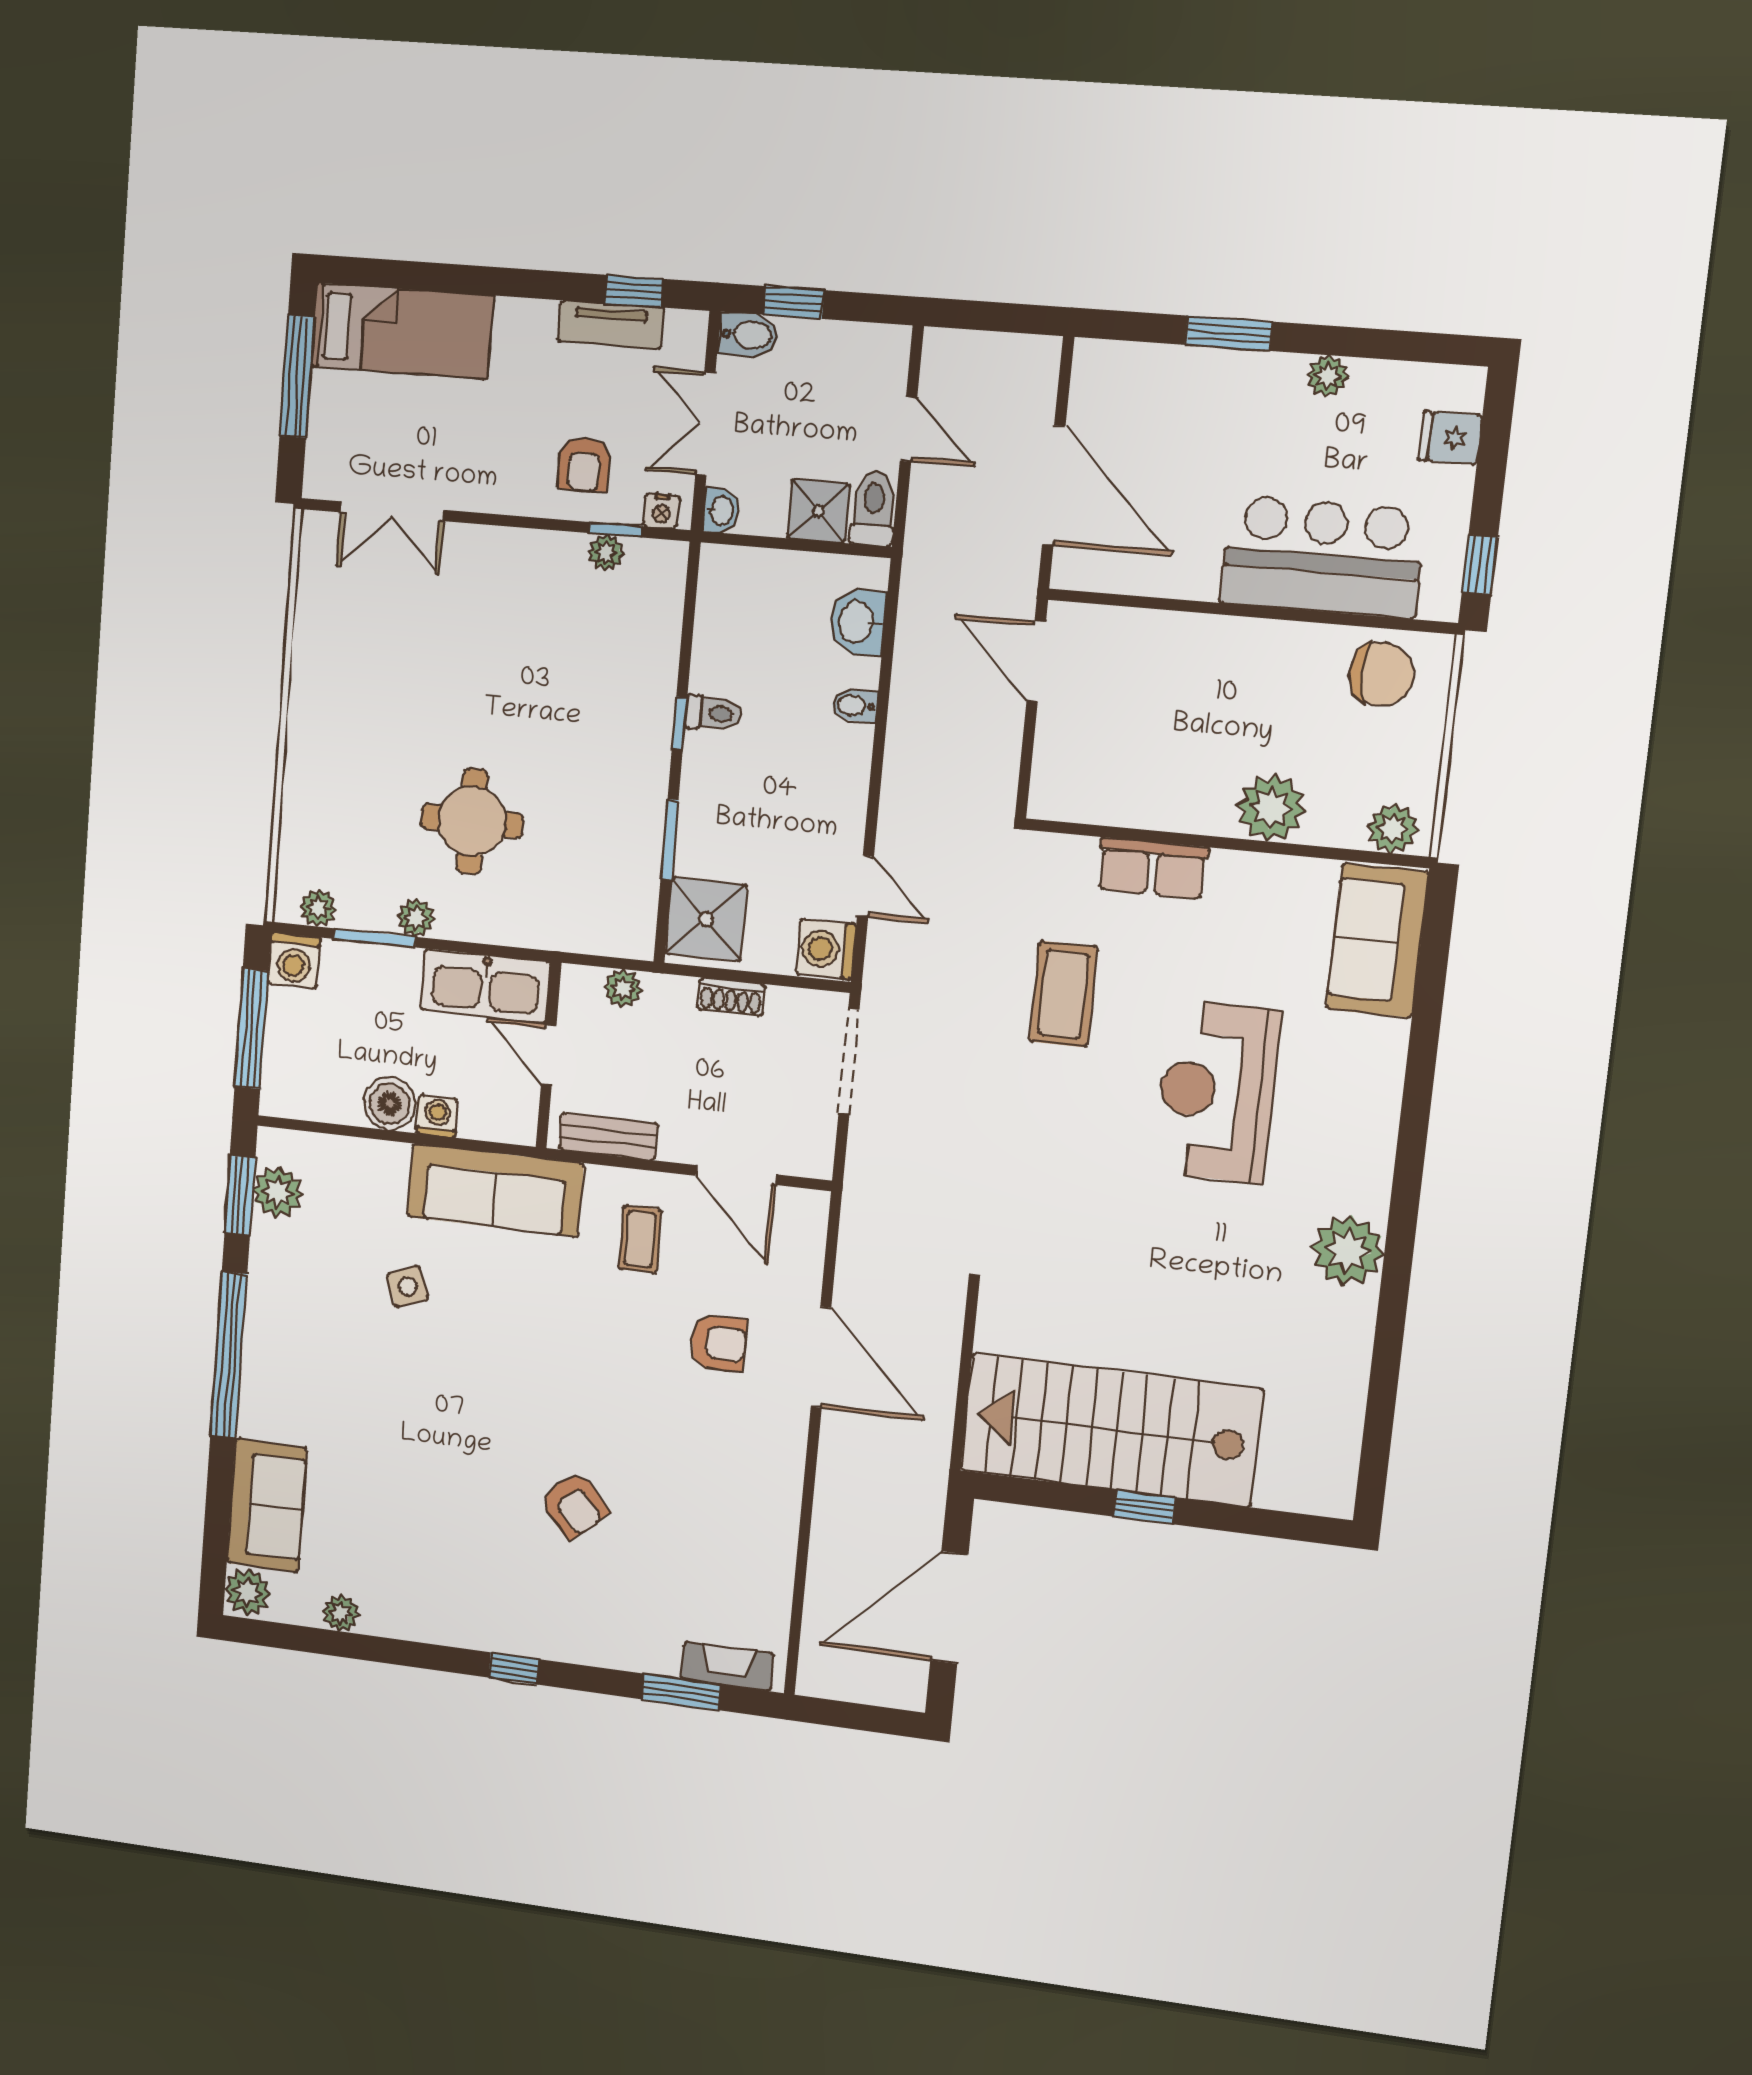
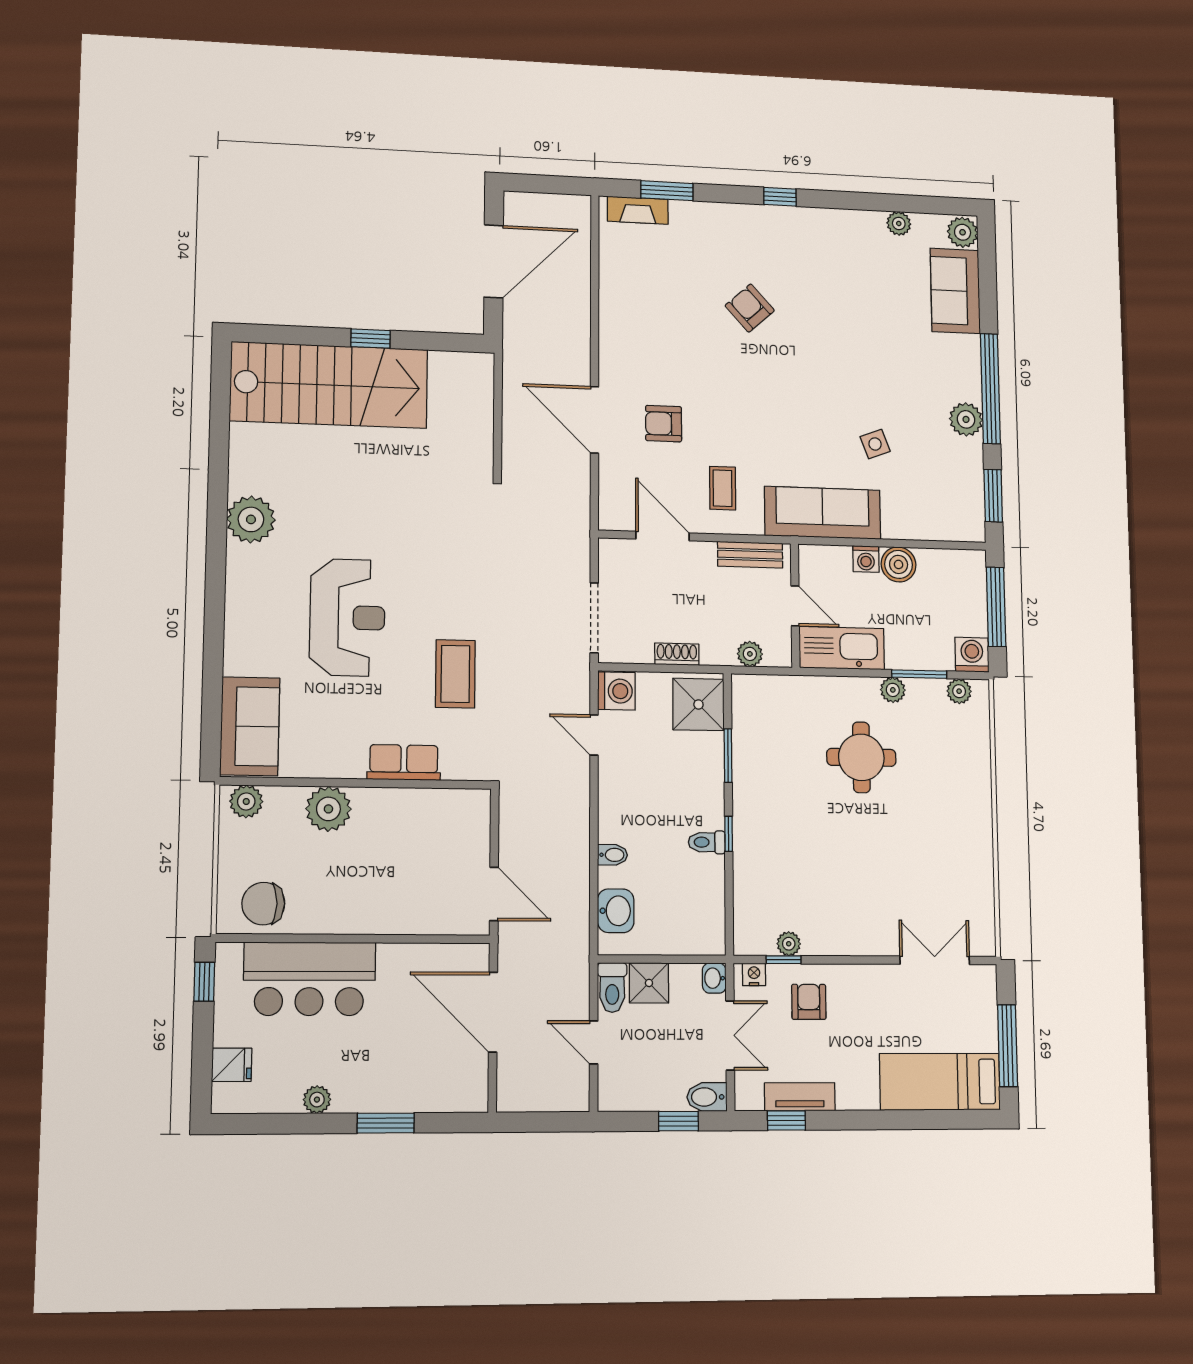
plant: (278, 1192) -> (966, 419), moved
stairs: (1111, 1430) -> (329, 385), moved

